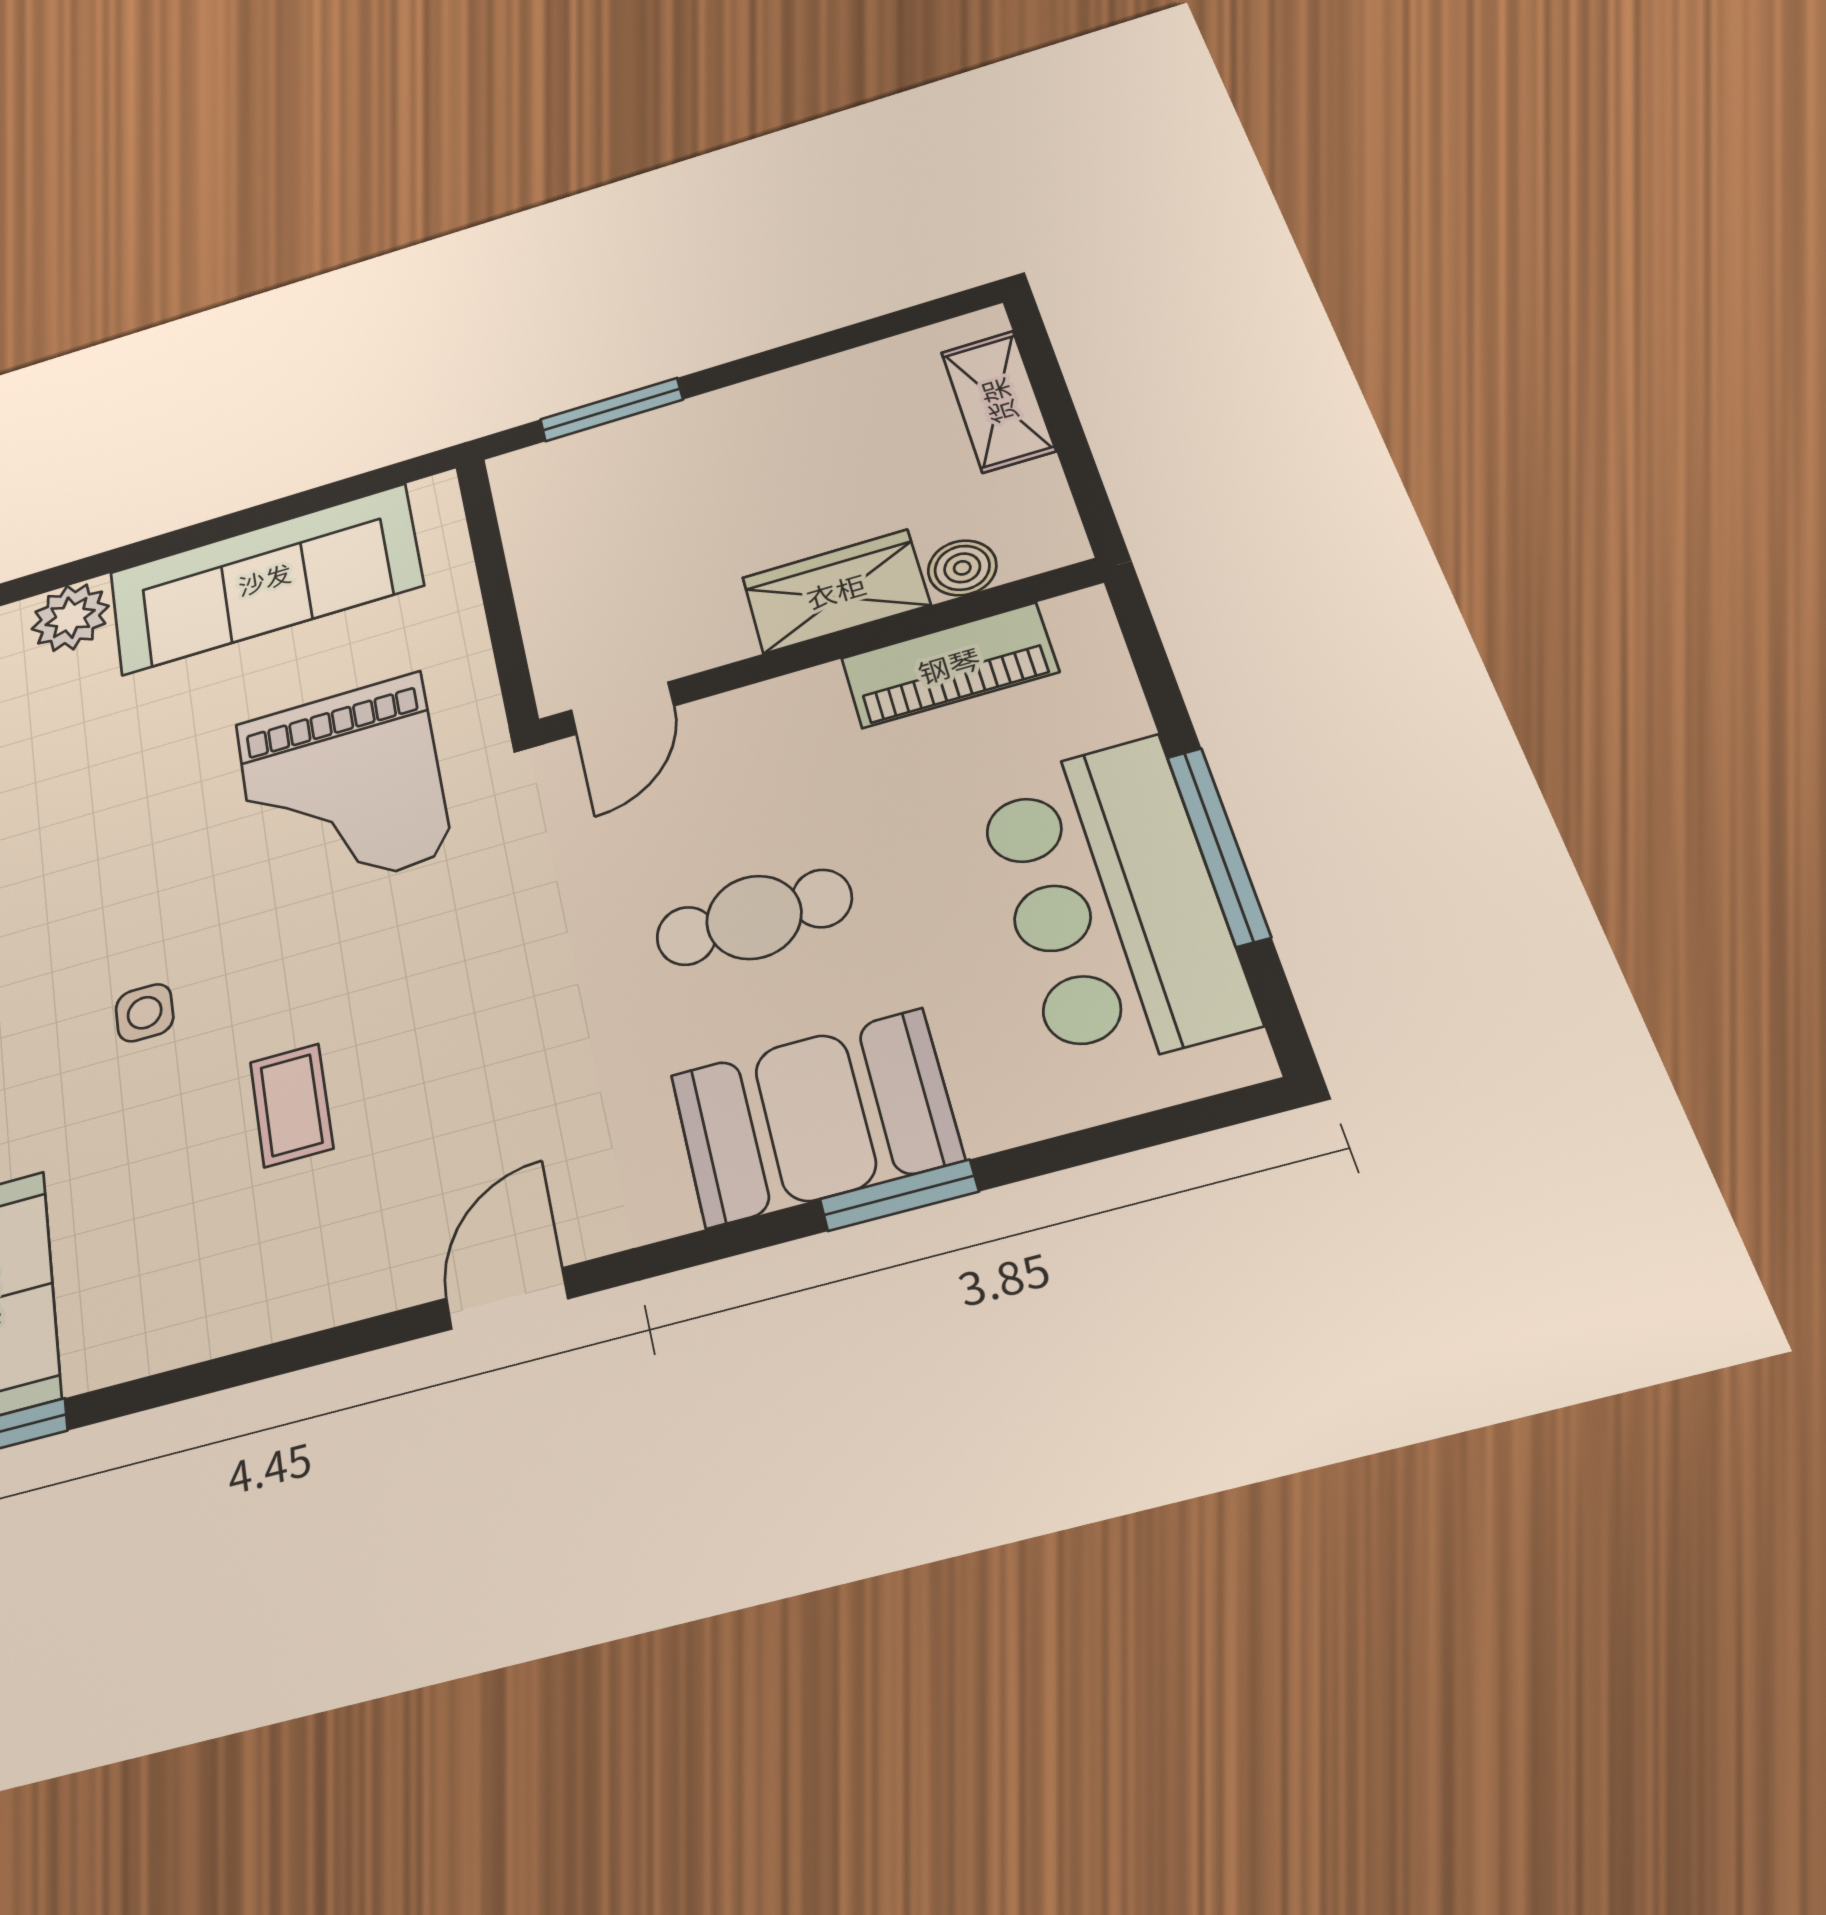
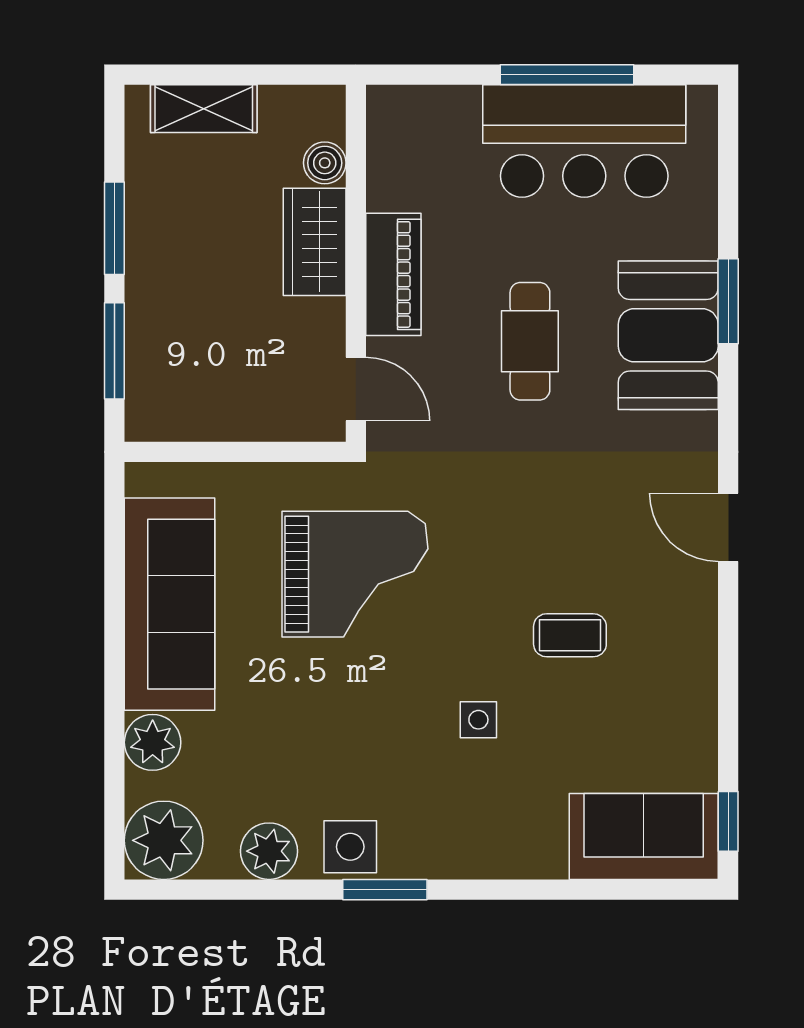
window: (788, 356) -> (114, 228), added
piano: (949, 665) -> (393, 274), moved

